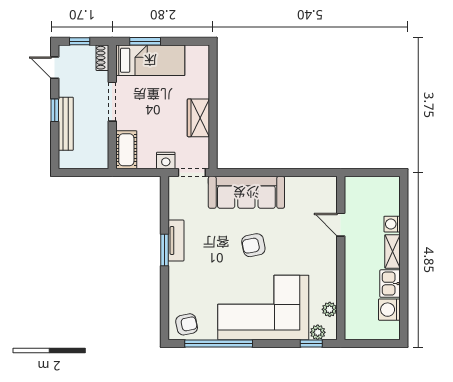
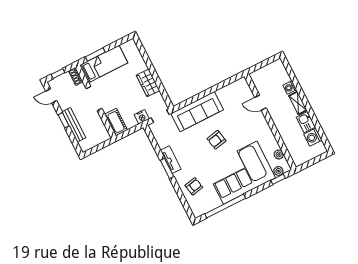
armchair: (187, 324) -> (194, 186), moved

